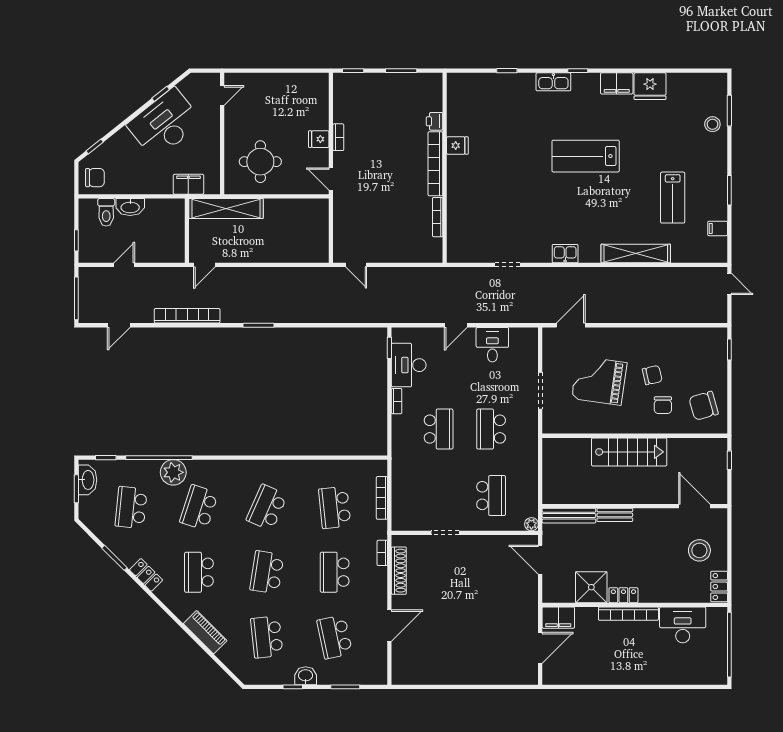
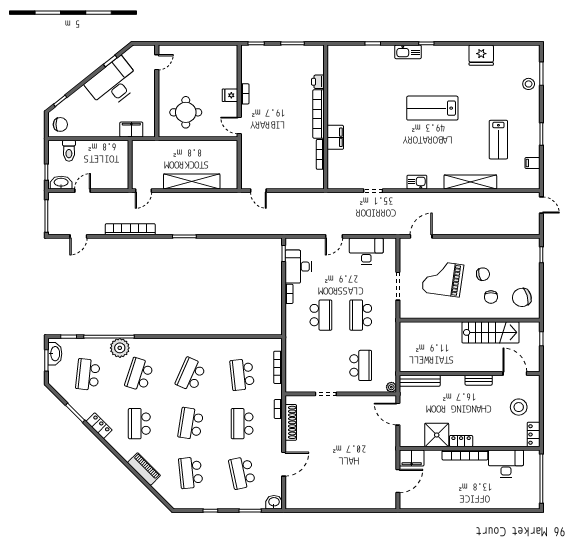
filing cabinet: (617, 83) -> (335, 137), moved, turned -90
fridge: (457, 145) -> (335, 100), removed
washbasin: (130, 207) -> (61, 183), moved, turned 180
shelving: (226, 208) -> (192, 181), moved
desk: (492, 345) -> (366, 251), width x1.37
stairs: (629, 452) -> (491, 332), moved
bench: (615, 515) -> (479, 380), moved
washbasin: (306, 676) -> (274, 502), moved

